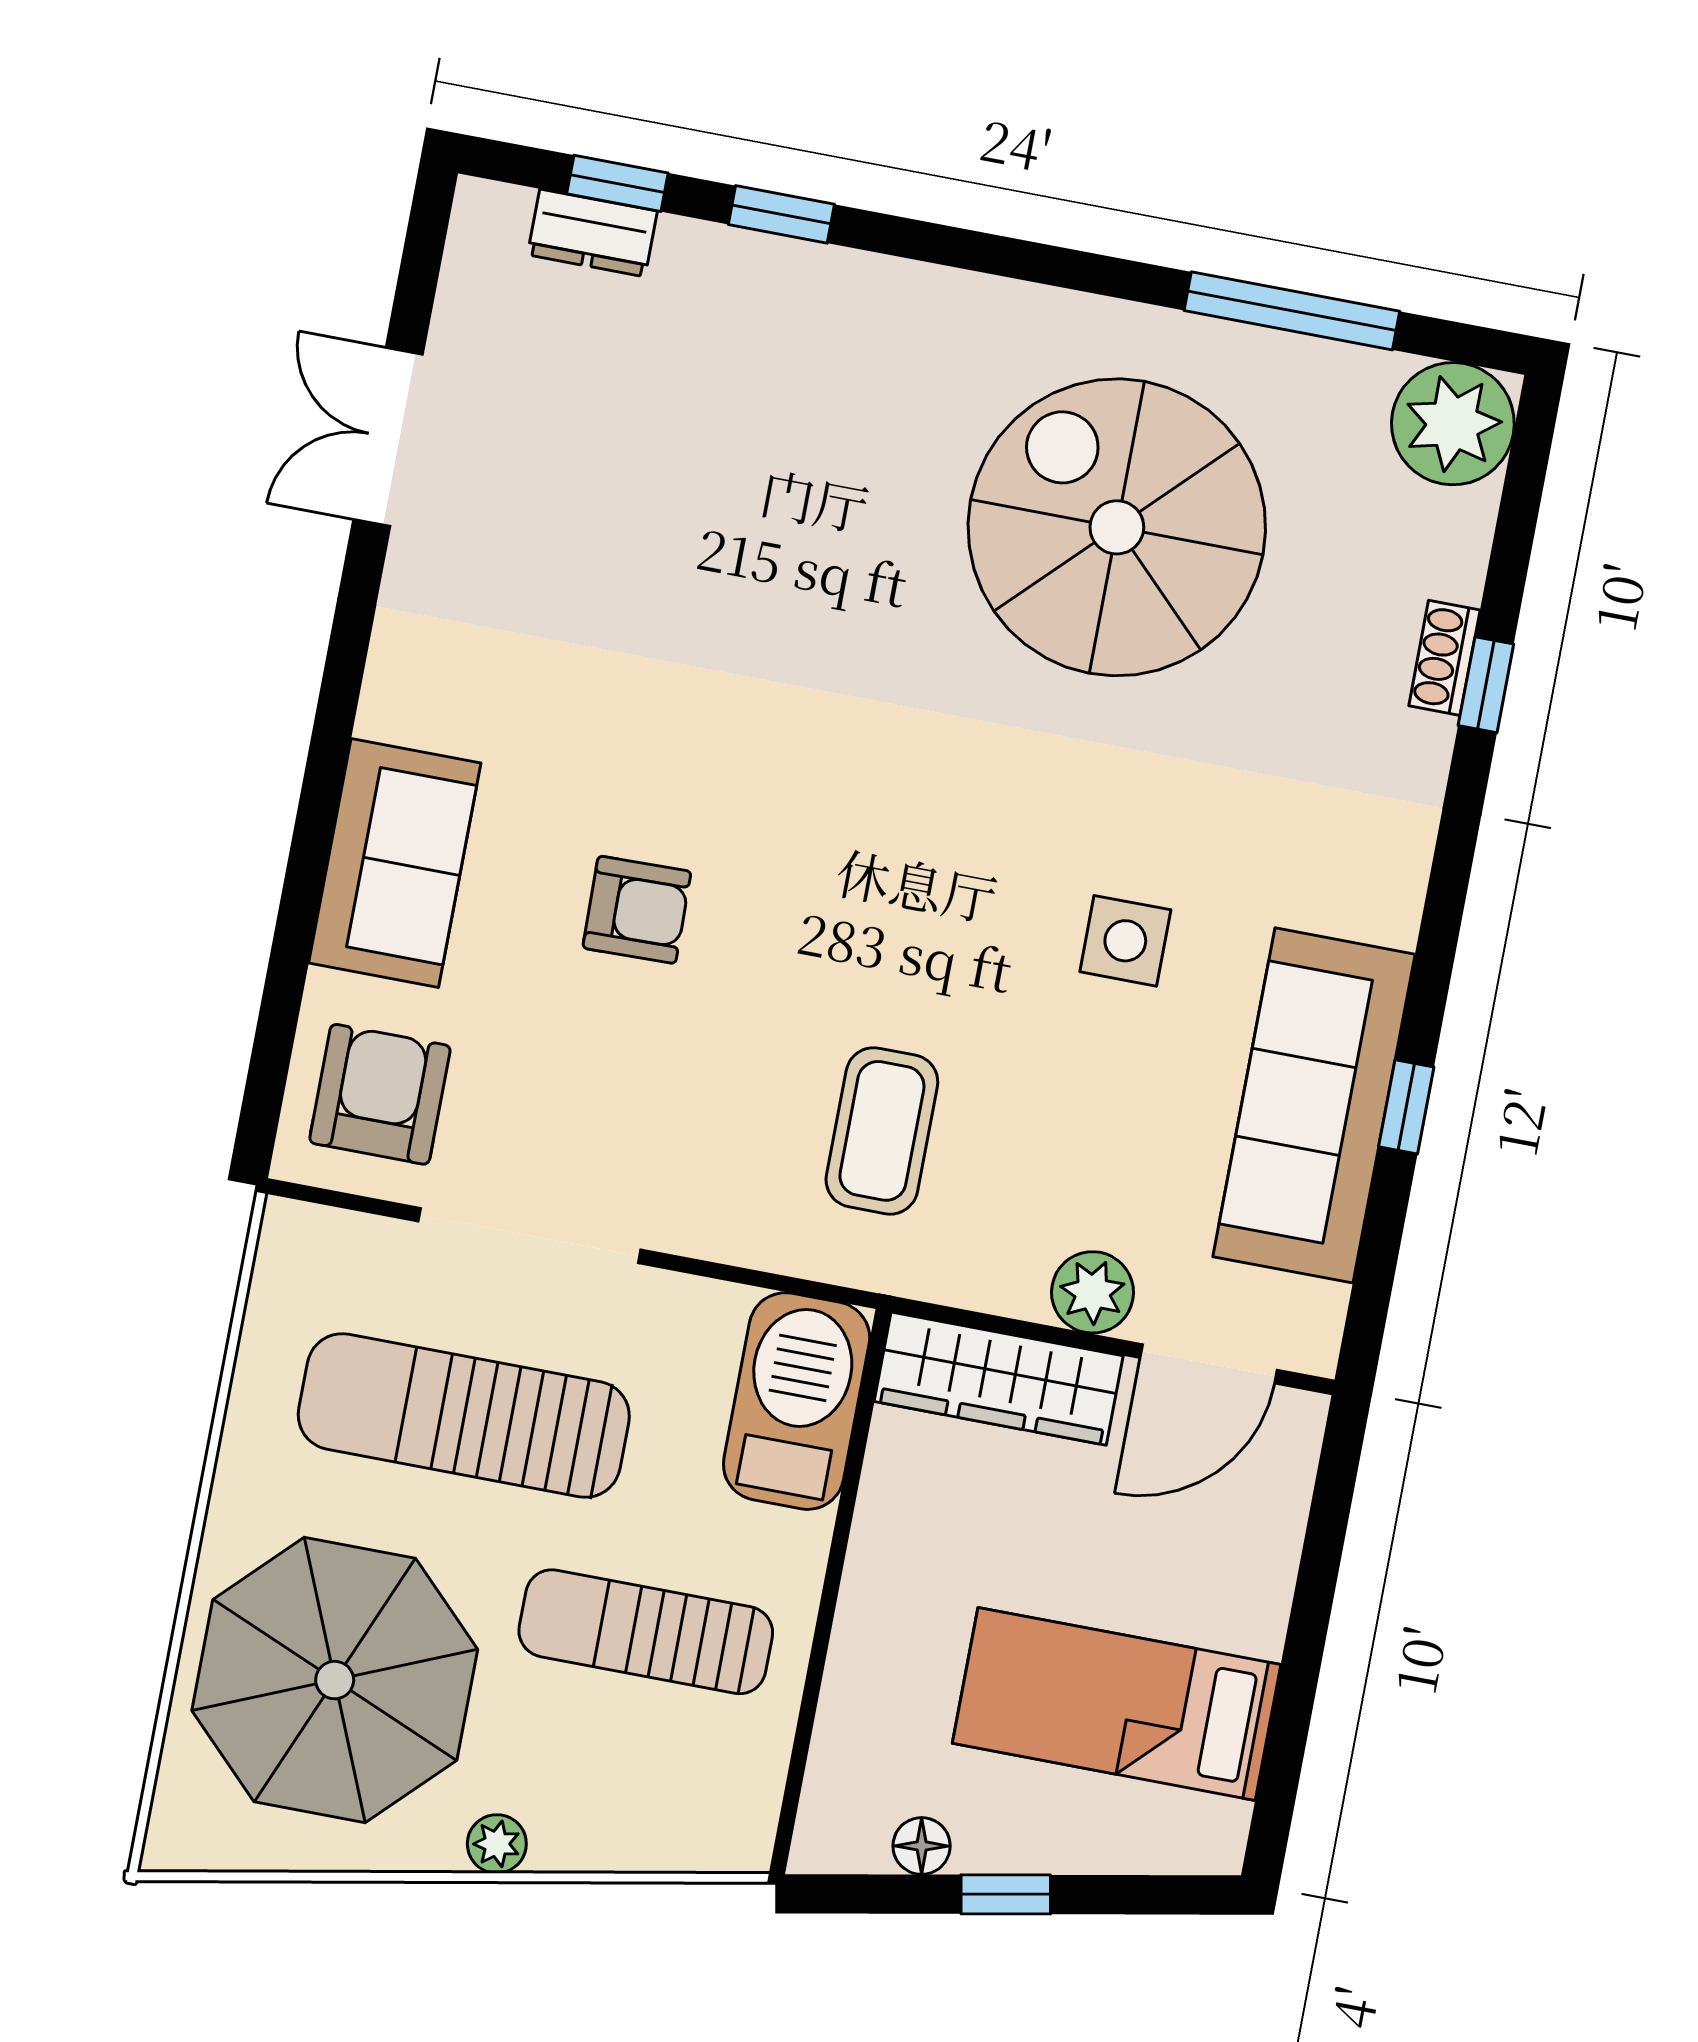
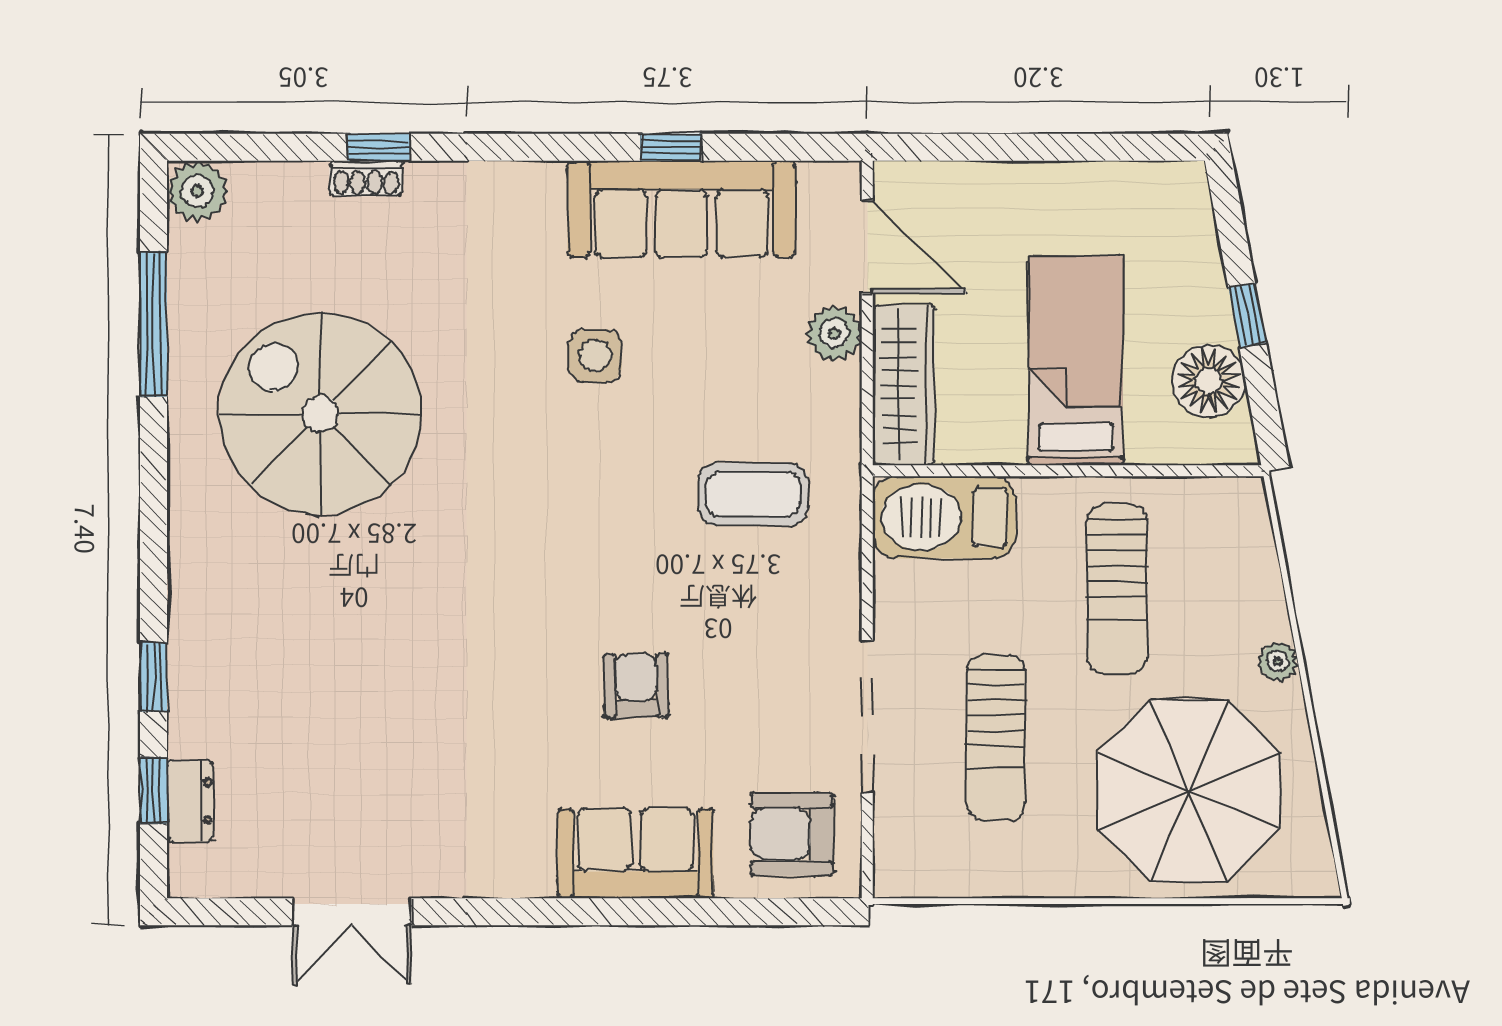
plant: (1453, 424) -> (197, 191), width x0.73, depth x0.73
spiral stairs: (1117, 527) -> (320, 414), turned 90
sun lounger: (464, 1415) -> (996, 738), width x0.73, depth x0.75
bed: (1117, 1704) -> (1076, 361), moved, turned 180
floor lamp: (922, 1846) -> (1209, 381), width x1.89, depth x1.89

